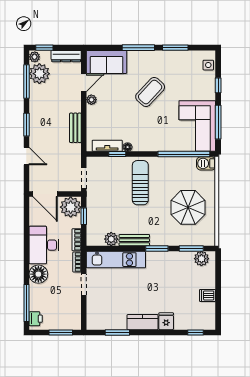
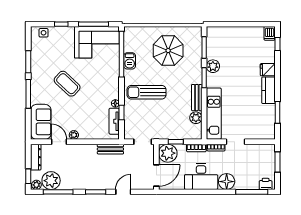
bench: (75, 128) -> (110, 149), moved
barbecue: (206, 163) -> (130, 61), moved
plant: (201, 259) -> (213, 66), moved
dishwasher: (208, 295) -> (269, 33), moved

